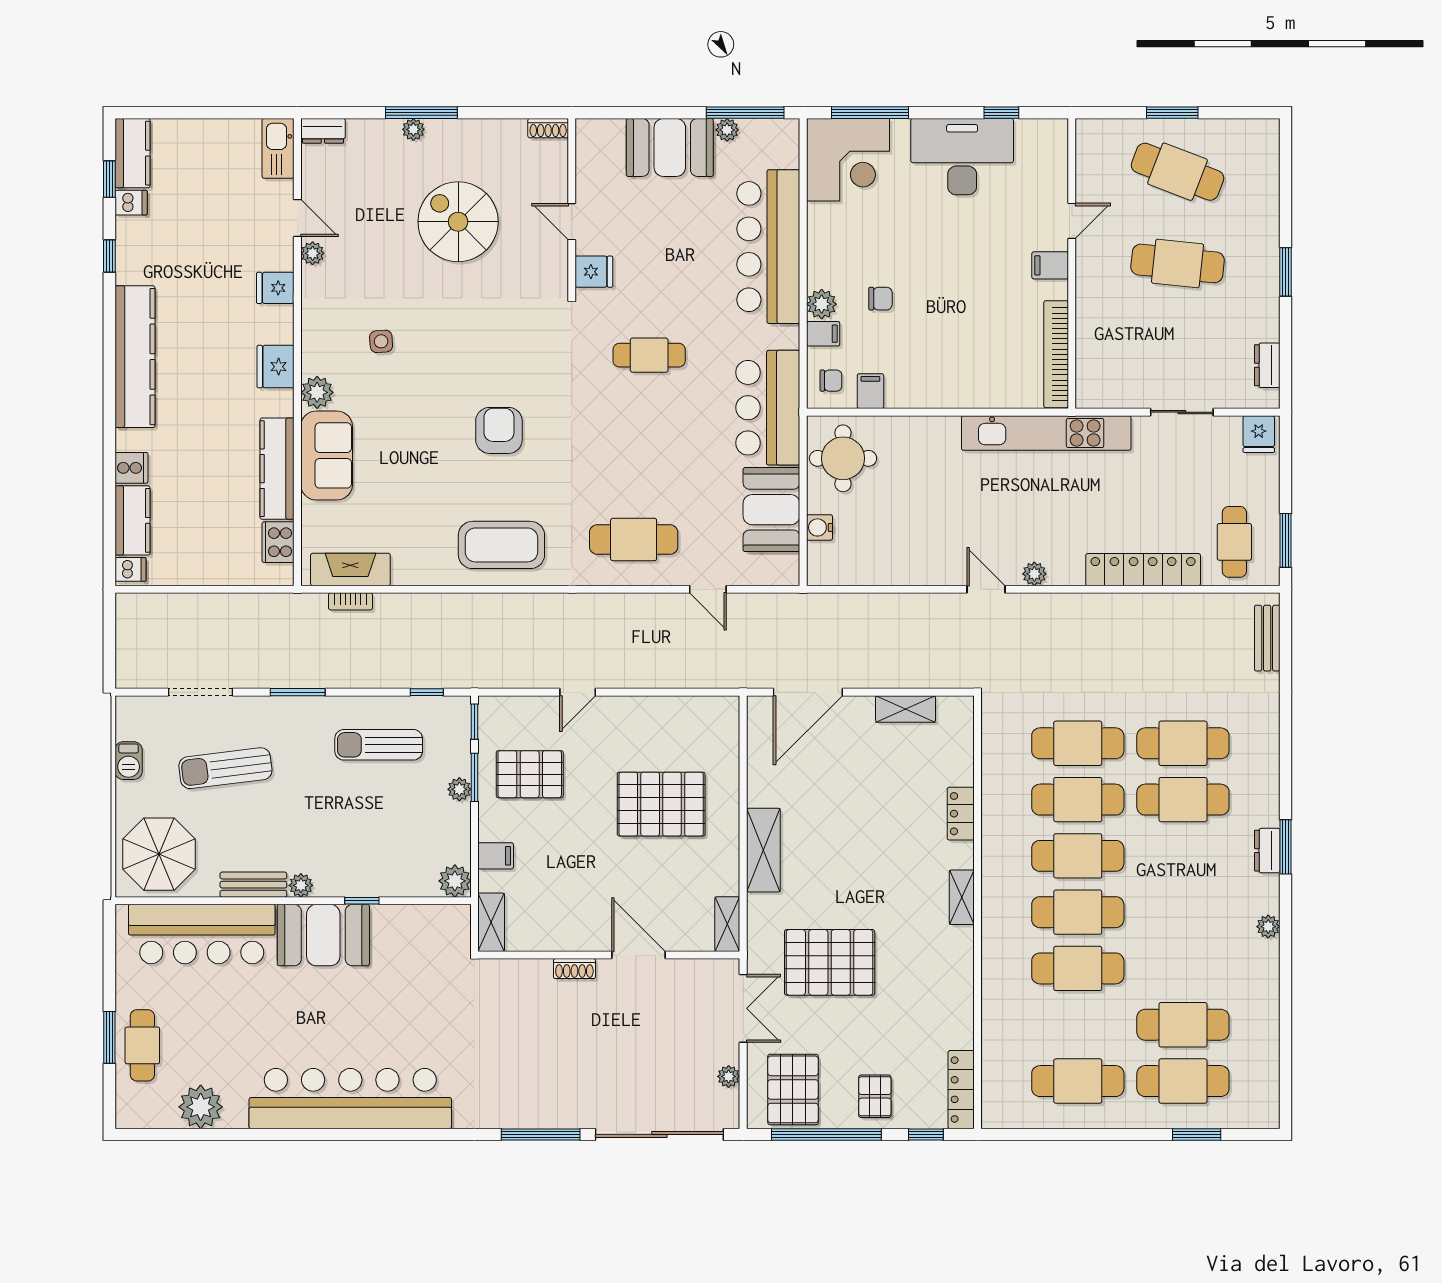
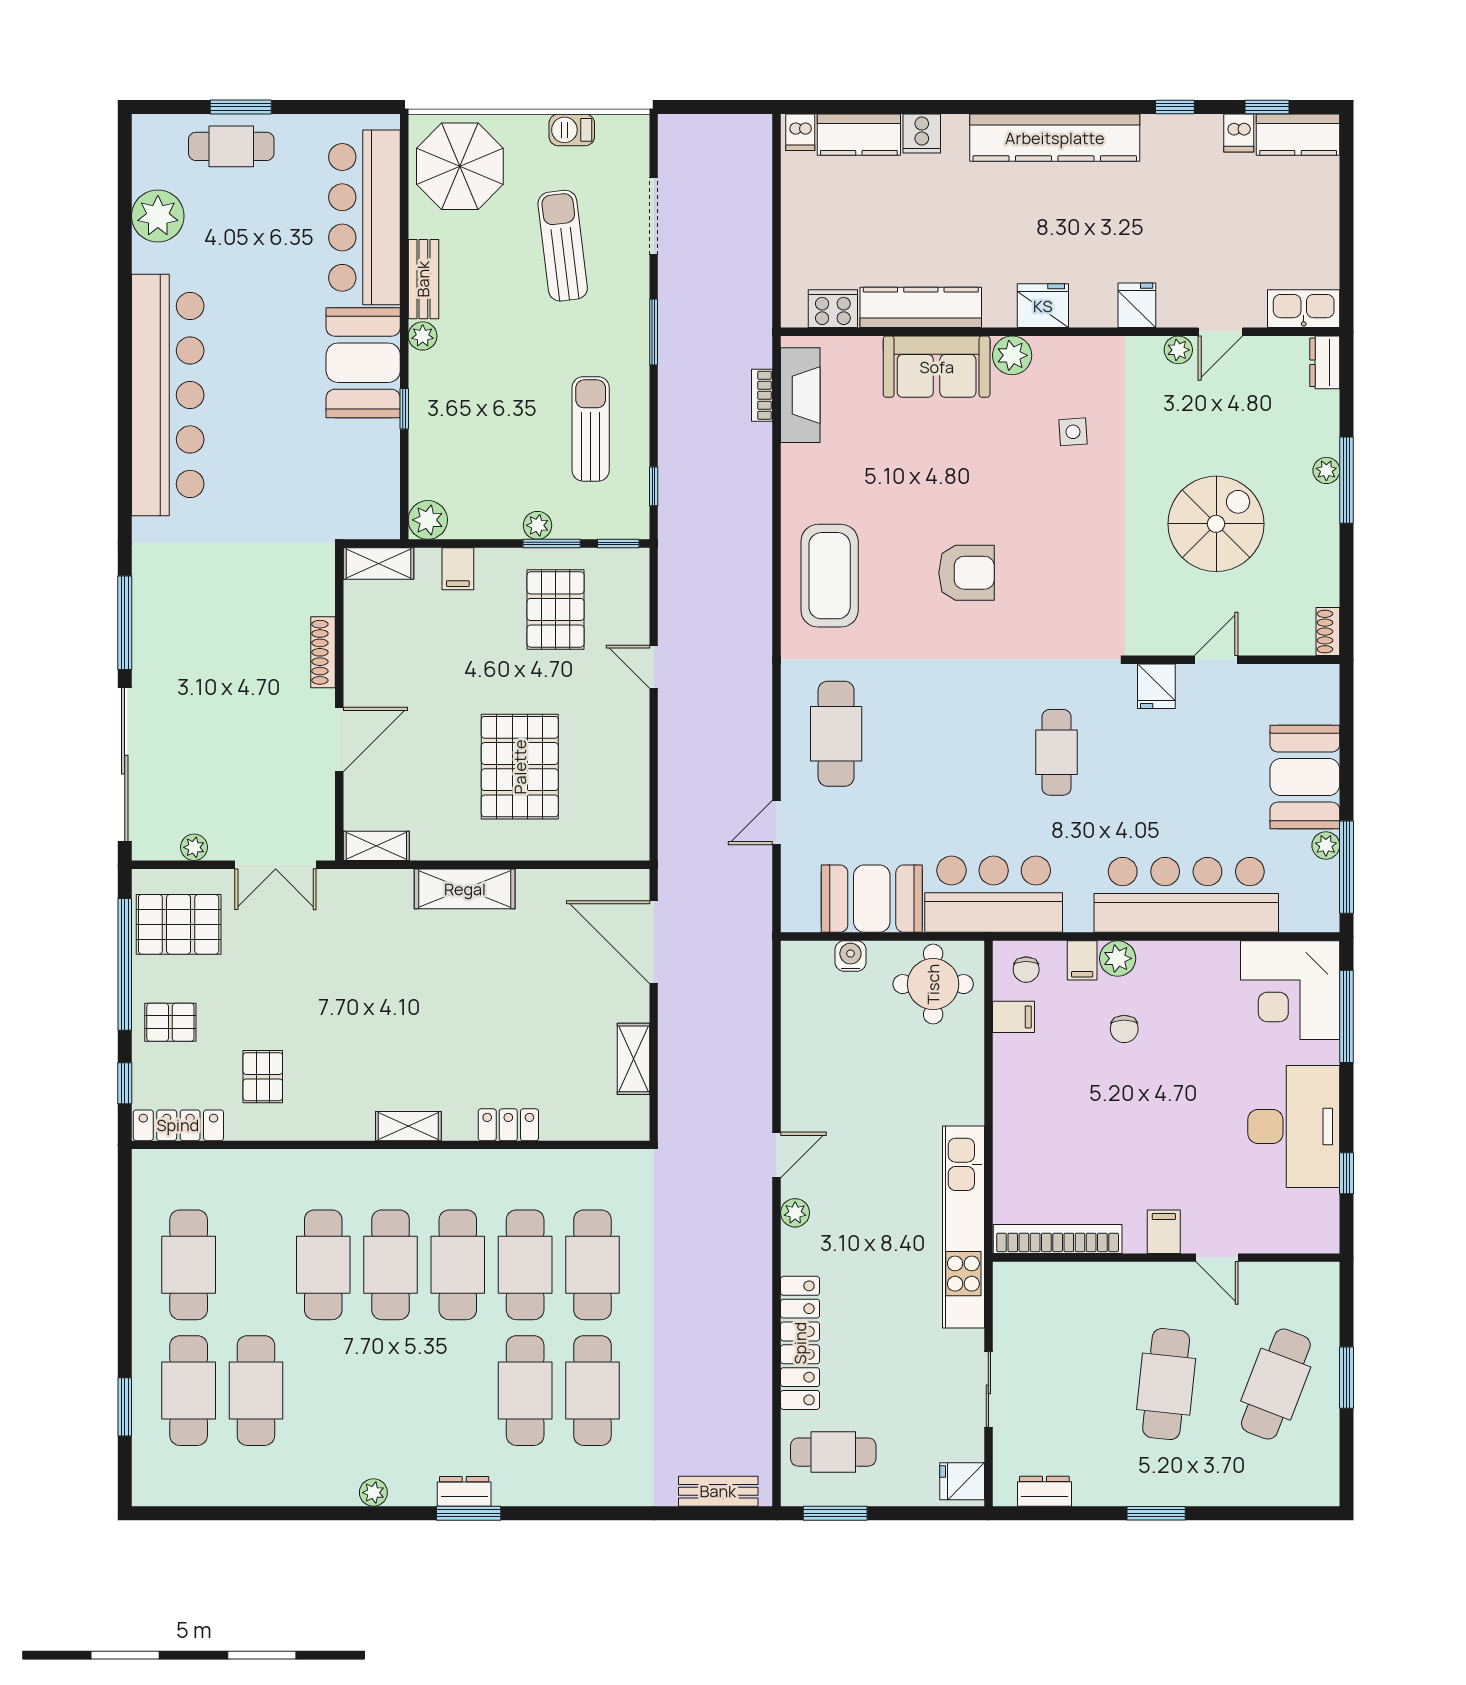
pallet: (830, 962) -> (263, 1077), moved, width x0.49, depth x0.50
shoe rack: (574, 969) -> (323, 652), width x1.43

